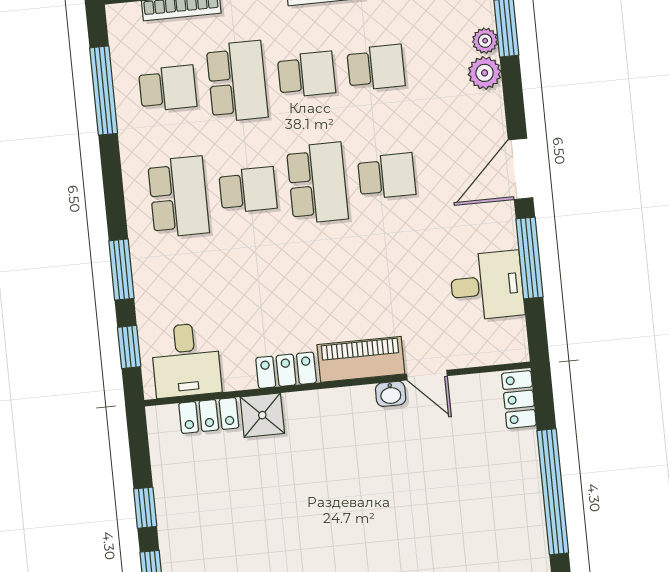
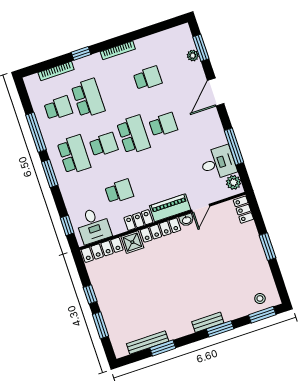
plant: (485, 73) -> (233, 182), moved
school desk: (307, 74) -> (119, 191), moved
window: (104, 91) -> (36, 132), moved
door: (520, 169) -> (216, 92), moved
window: (121, 270) -> (50, 173), moved
door: (427, 375) -> (201, 208), hinge flipped
locker: (329, 403) -> (160, 230), added
locker: (209, 415) -> (102, 250), width x1.53
window: (553, 492) -> (267, 247), width x0.47

